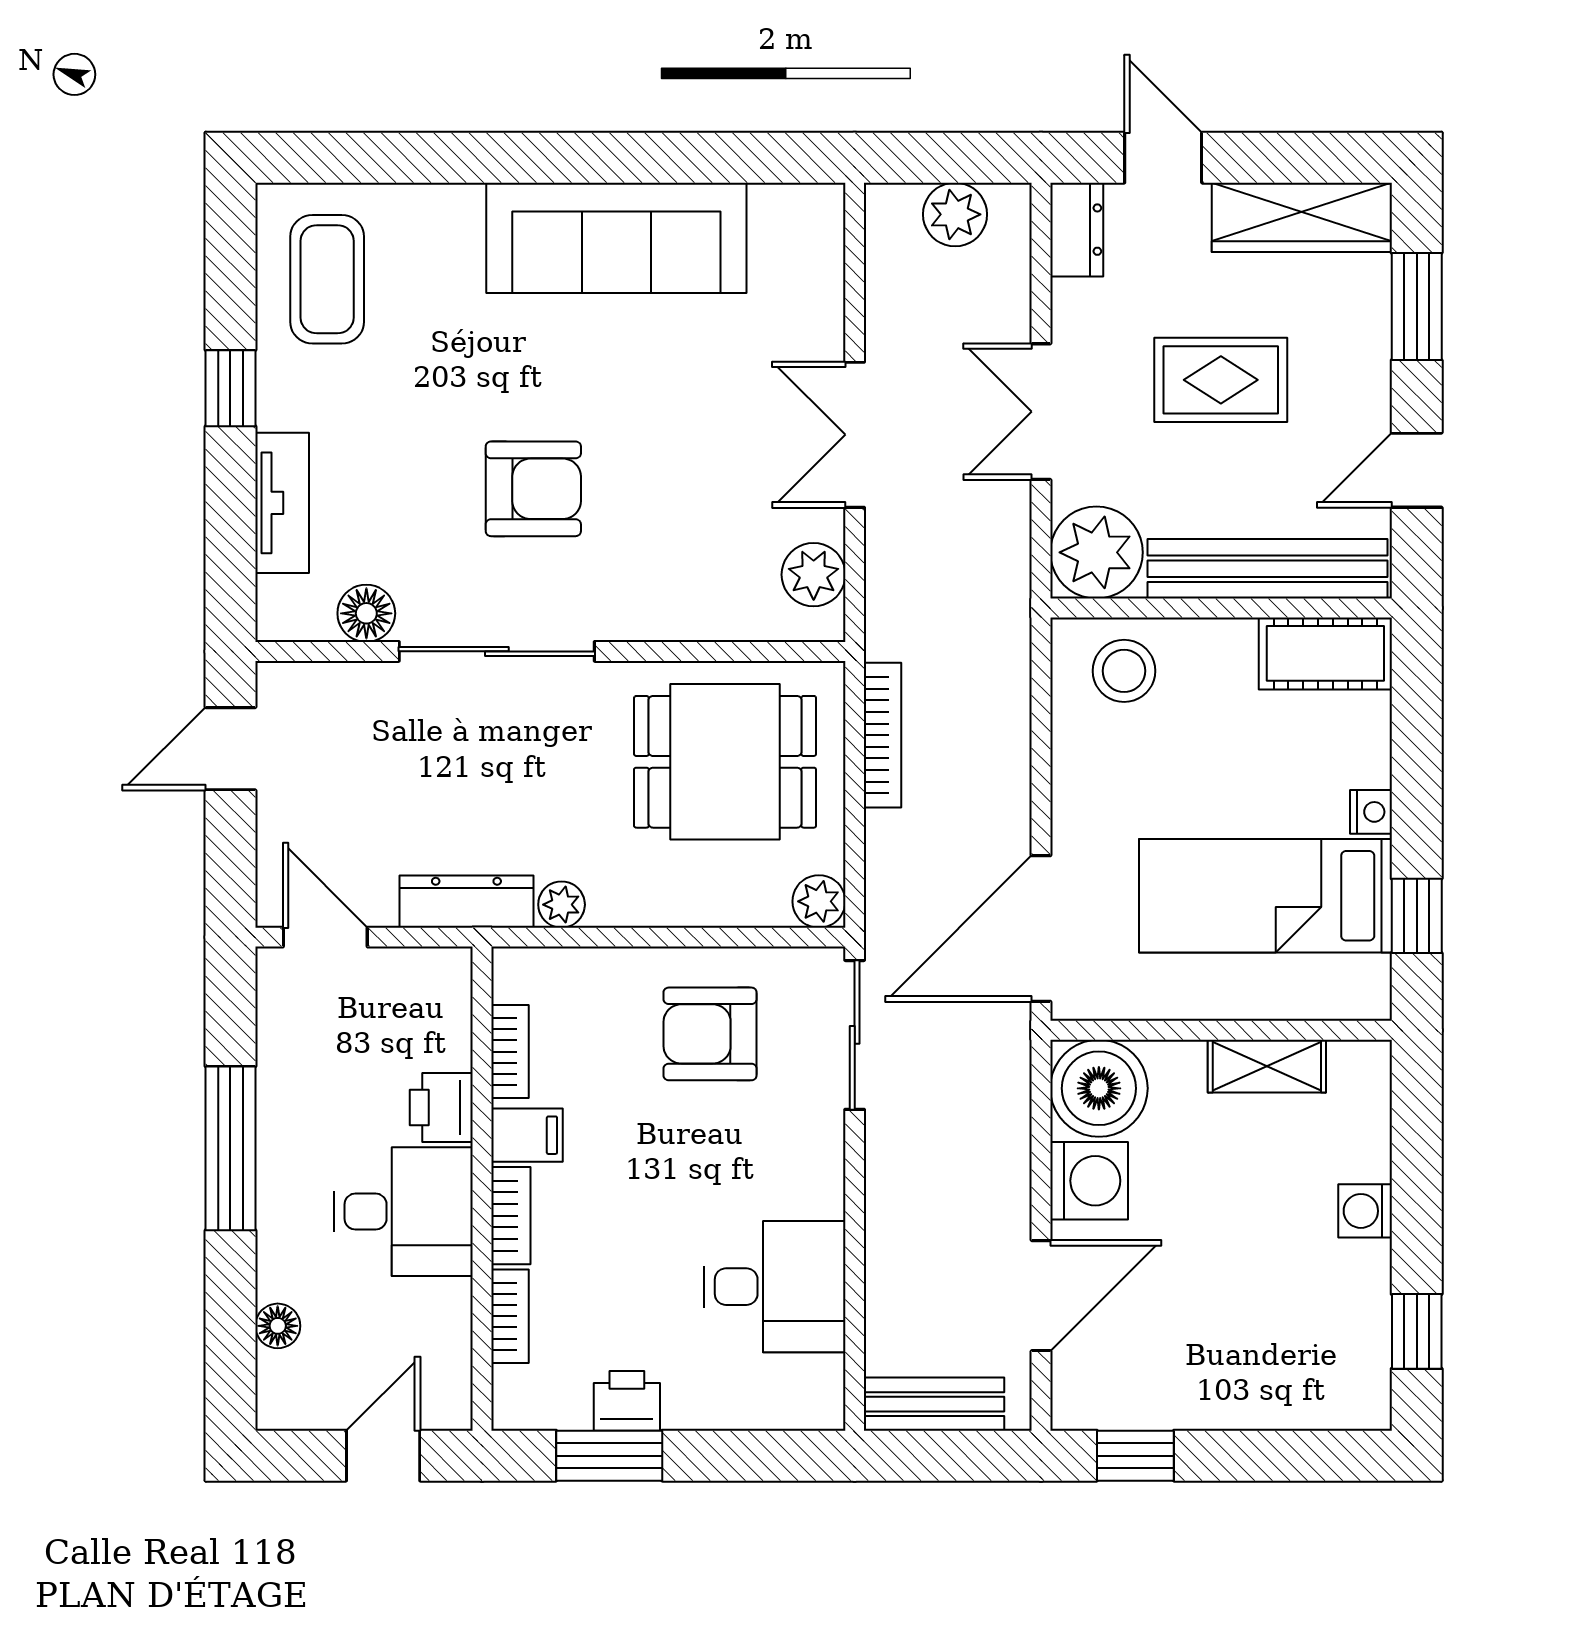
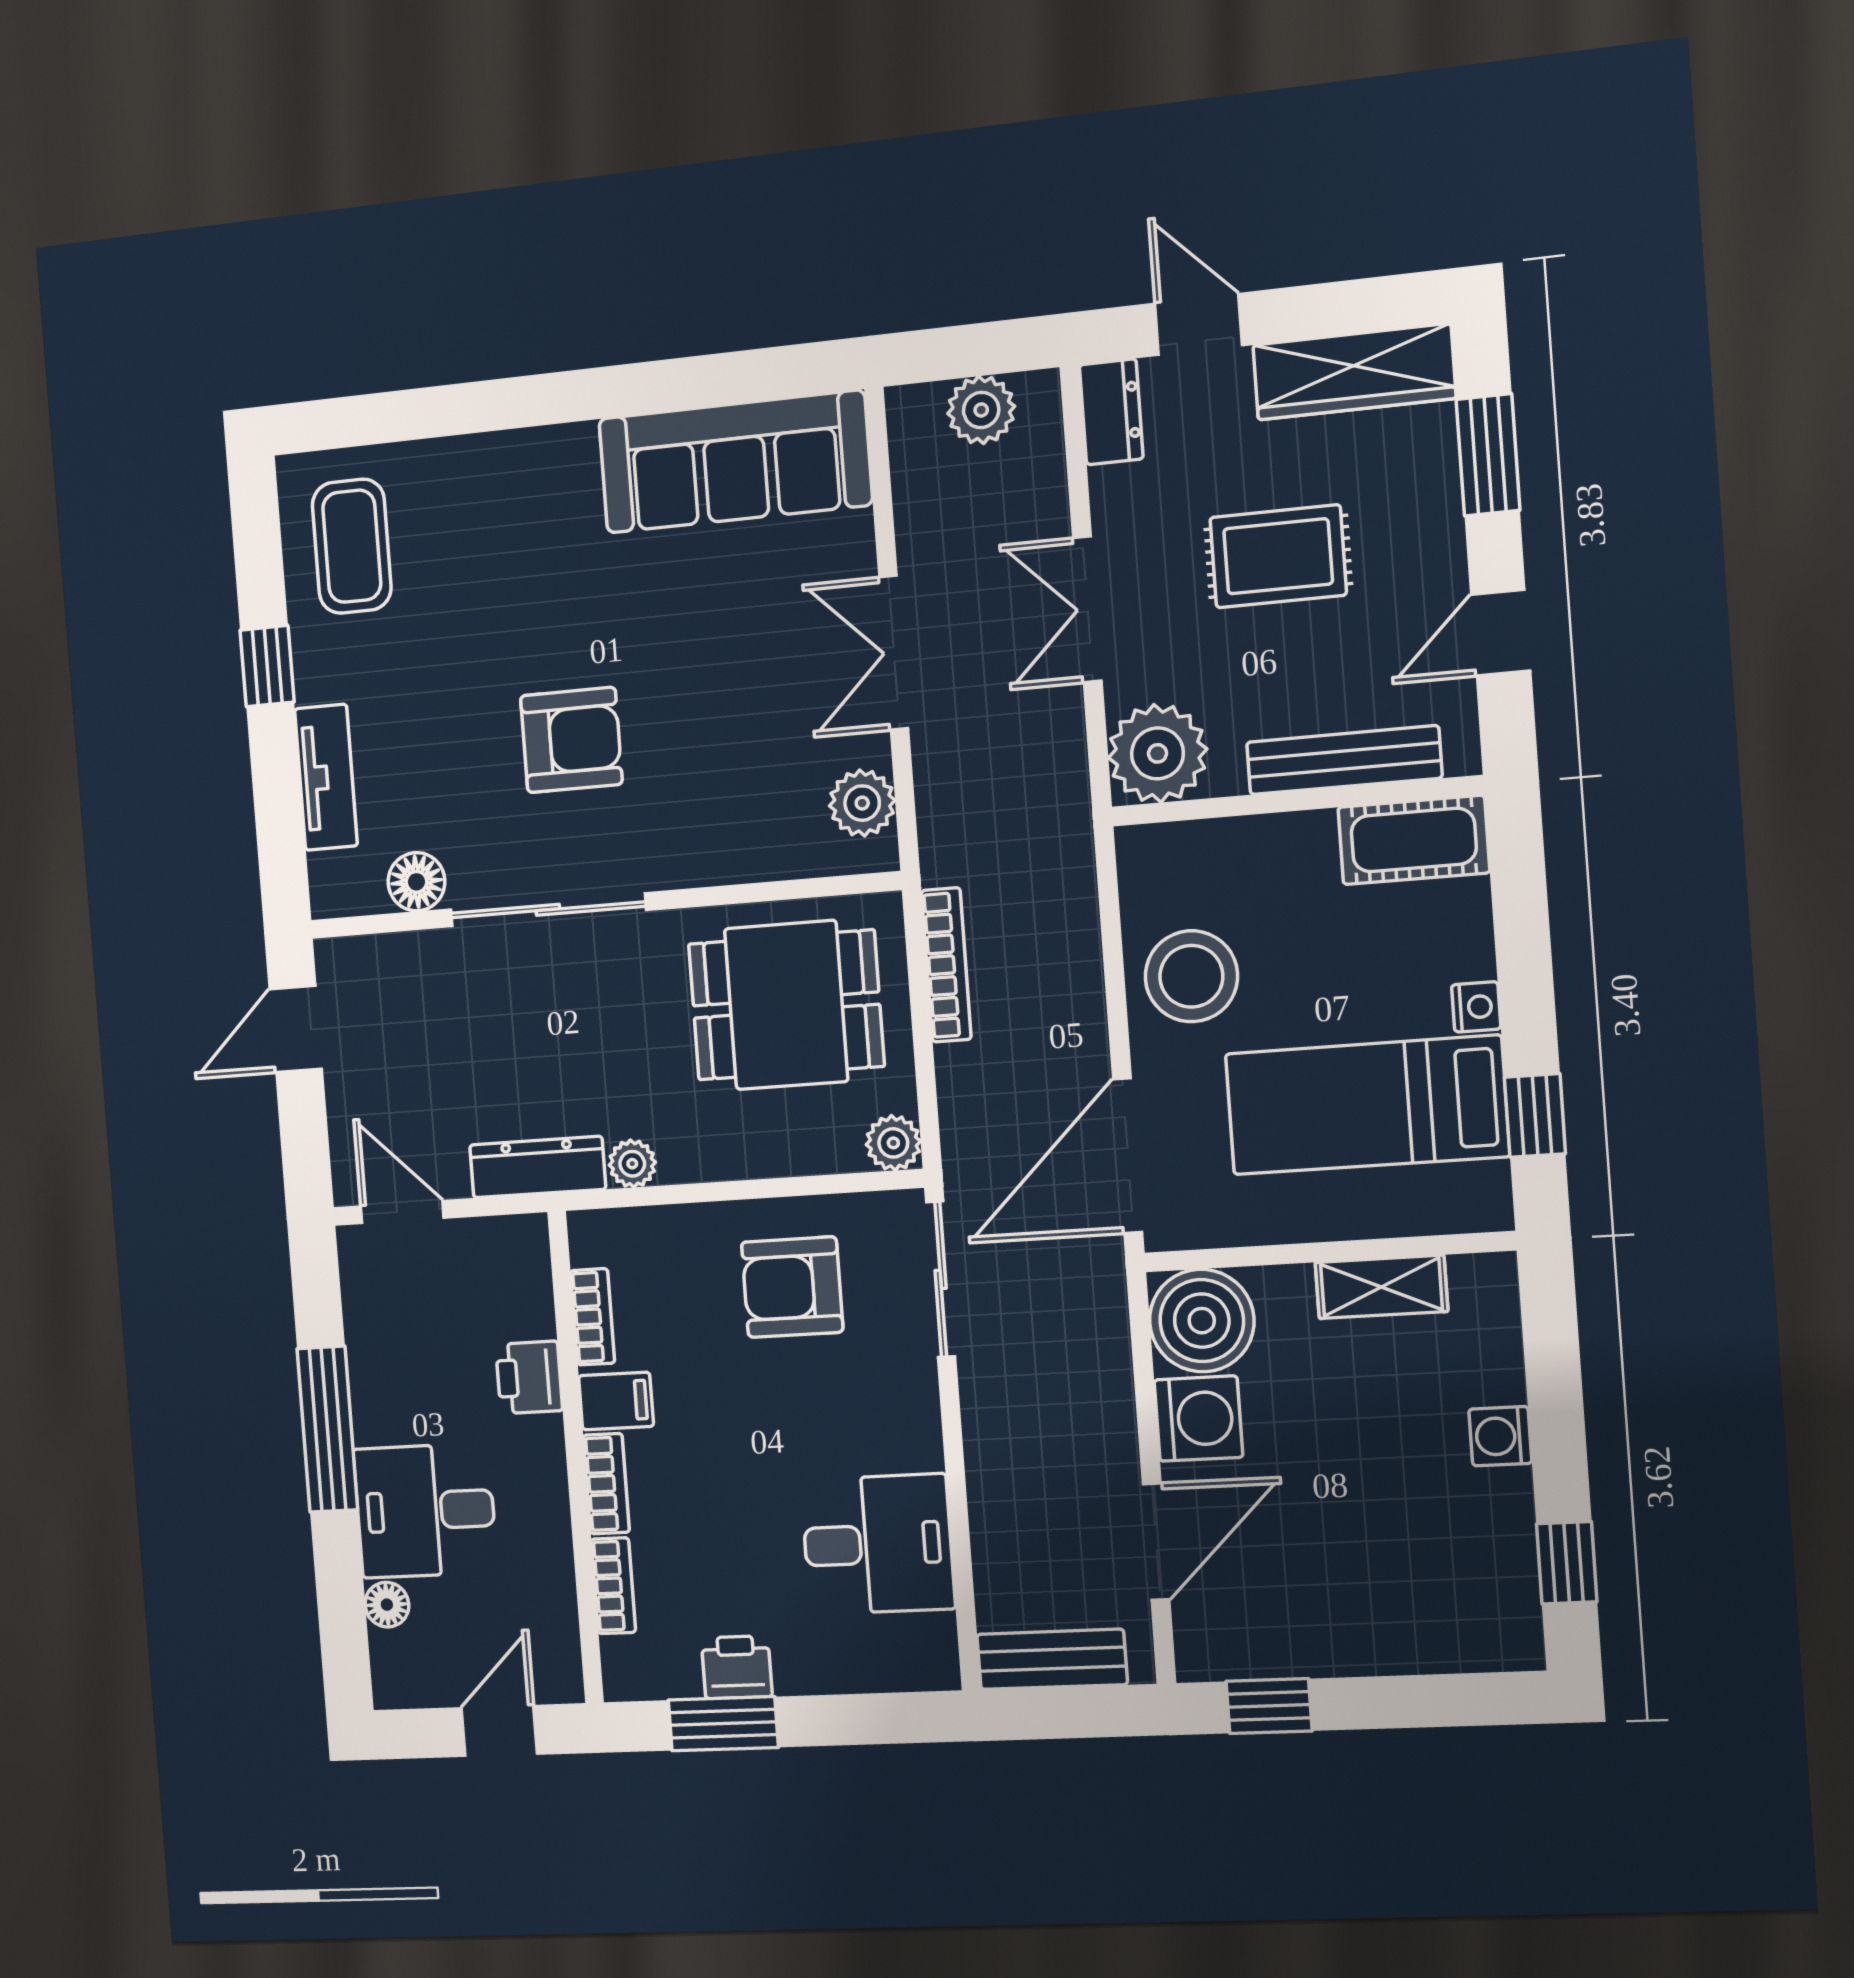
sofa: (616, 238) -> (735, 462), moved
bench: (1267, 569) -> (1344, 760), width x0.73, depth x0.82
stool: (1124, 671) -> (1191, 976), moved, width x1.38, depth x1.38
desk: (403, 1212) -> (425, 1511), moved, turned 180

